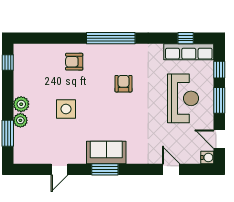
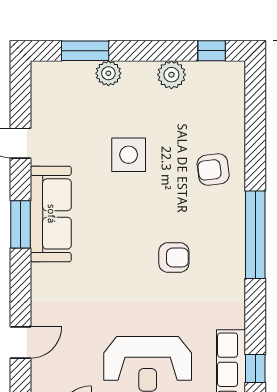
armchair: (74, 62) -> (213, 169), turned -97
plant: (21, 104) -> (171, 75), moved
sofa: (106, 152) -> (51, 214), width x1.36

